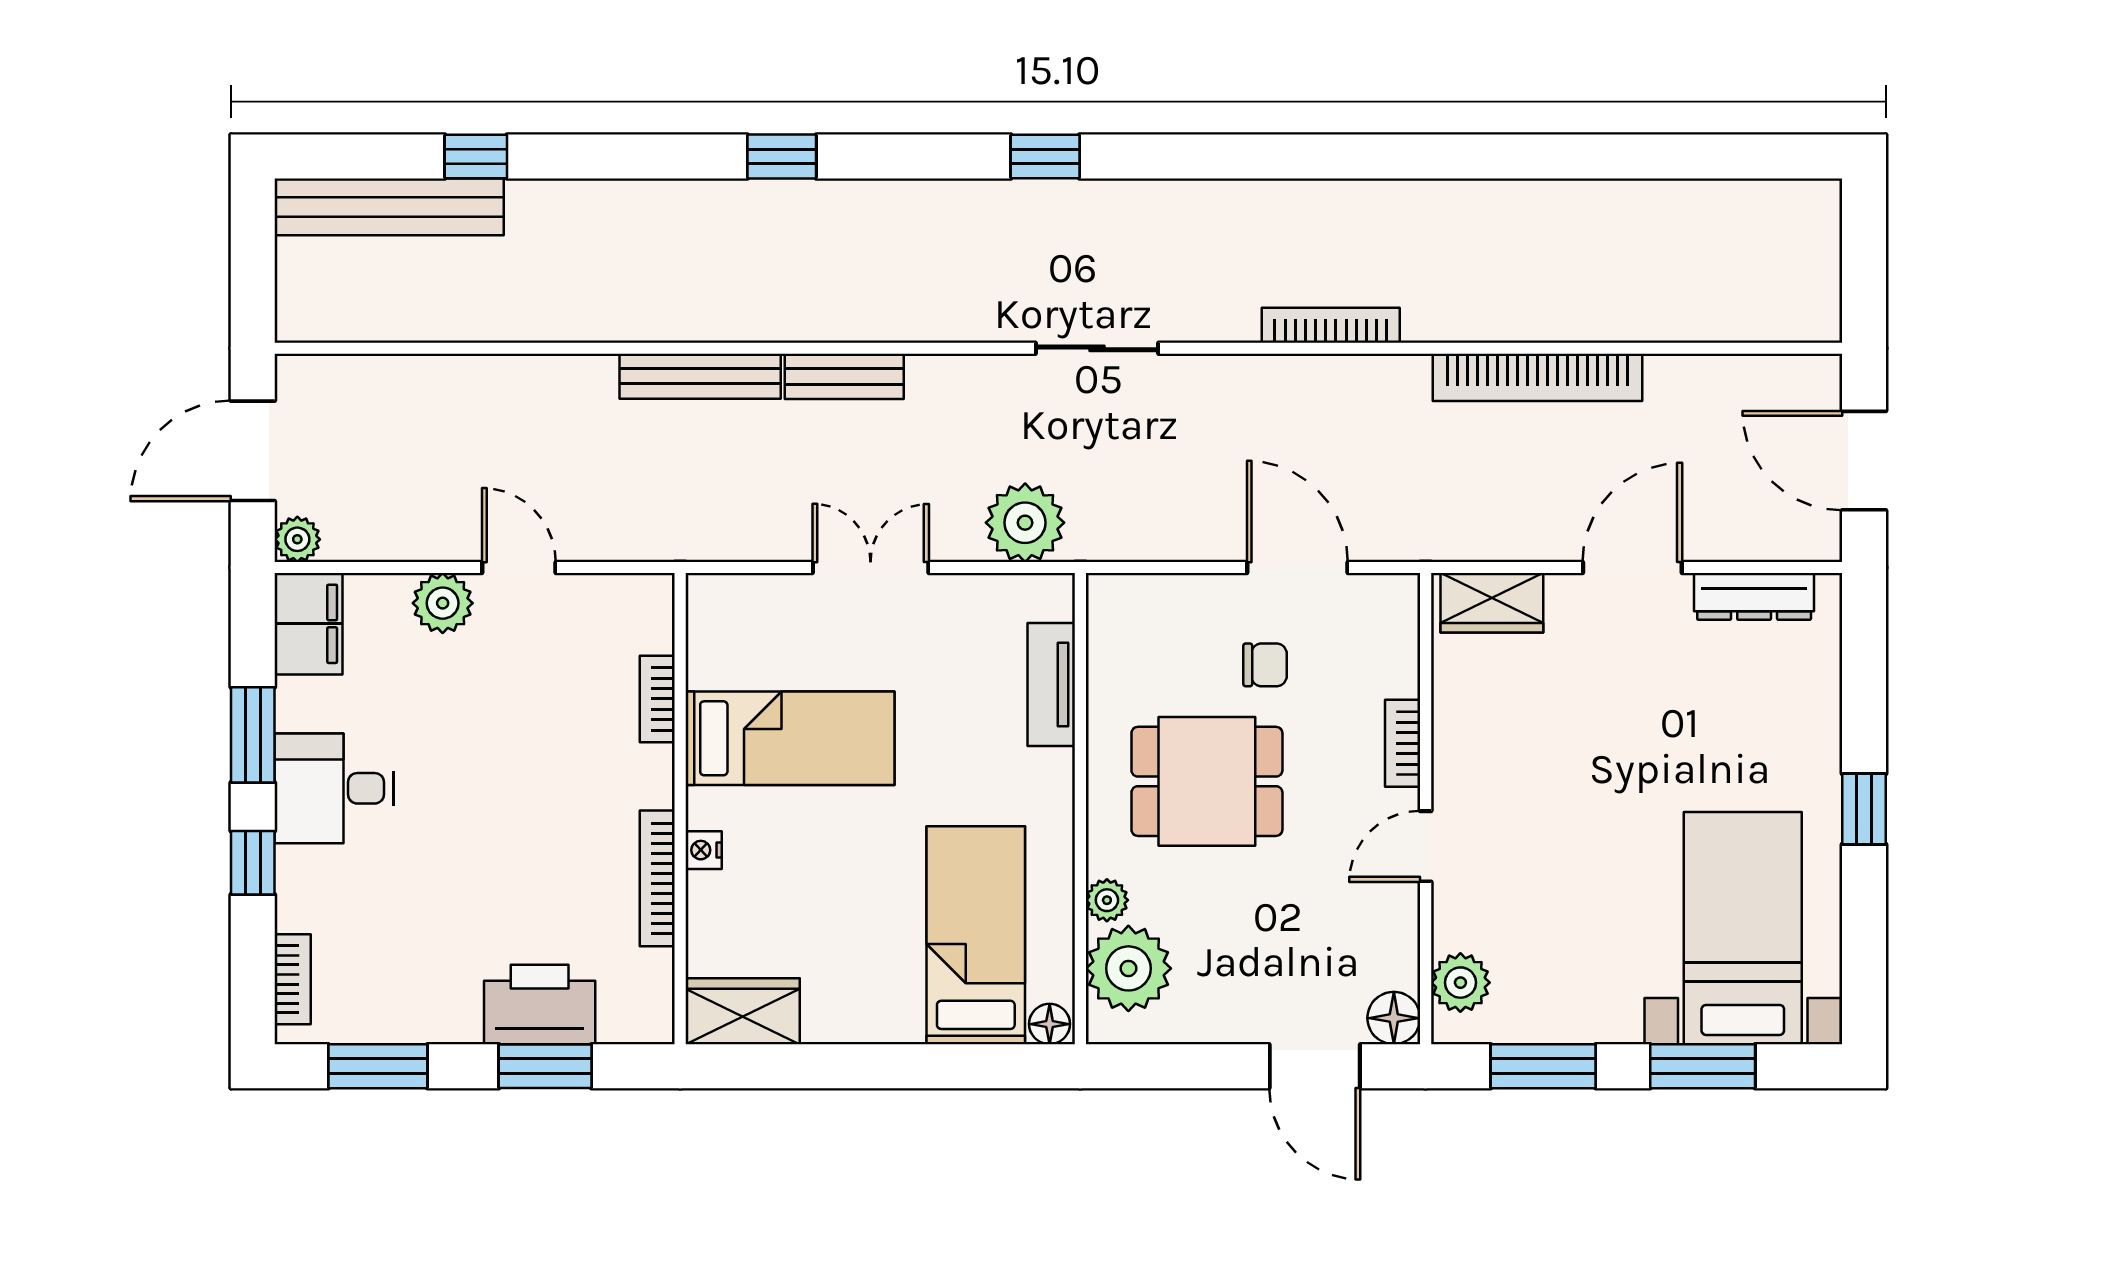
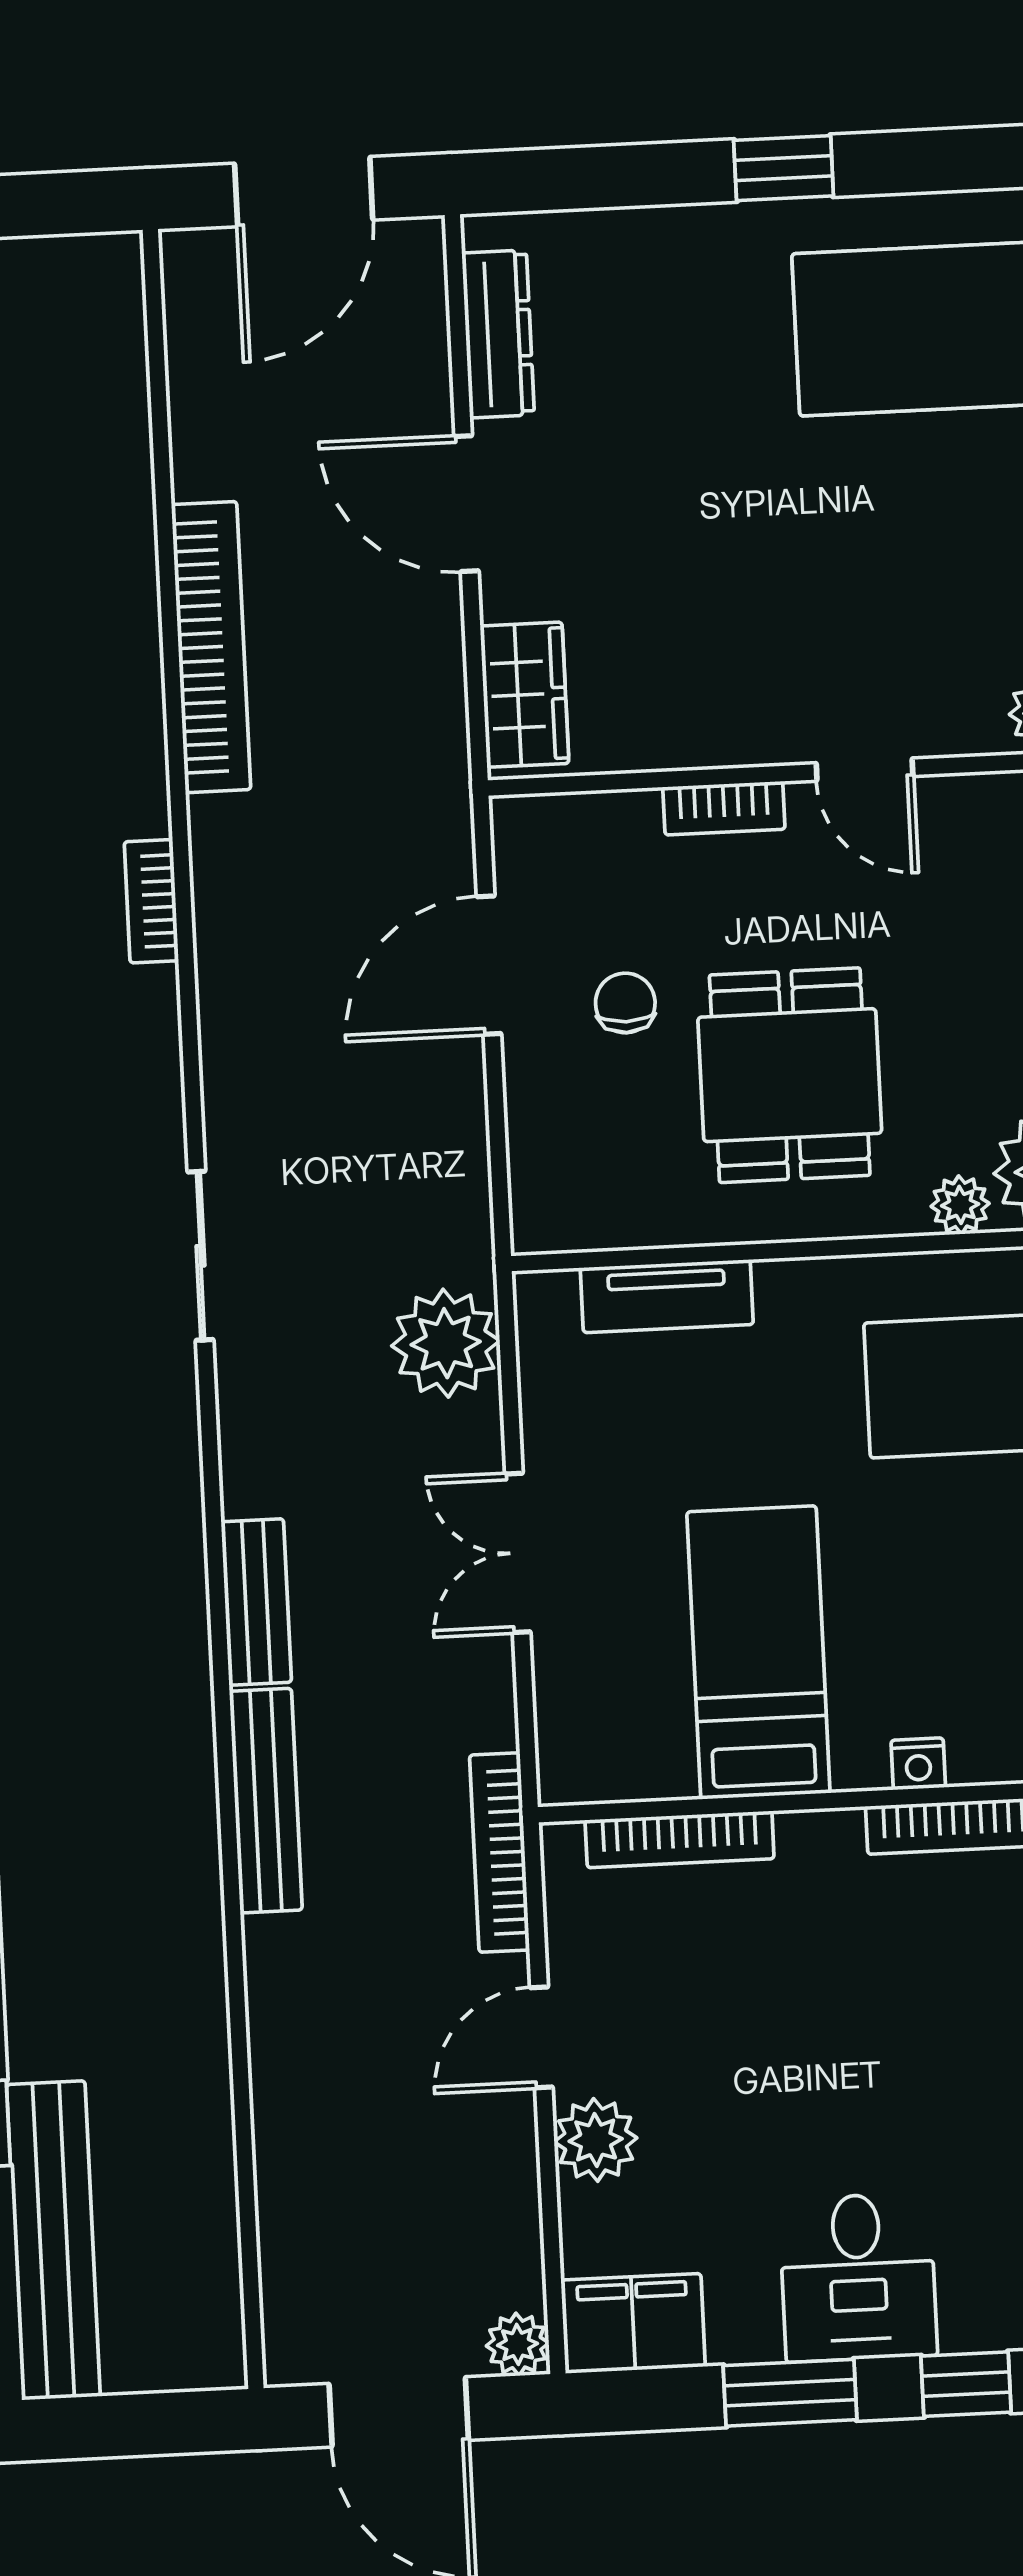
bookcase: (1331, 325) -> (151, 901), width x0.64
bookcase: (654, 544) -> (500, 1853), added
bookcase: (657, 699) -> (680, 1839), width x1.56

